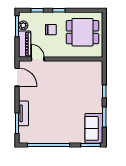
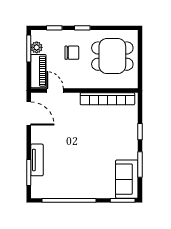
bookcase: (79, 66) -> (107, 99), added

